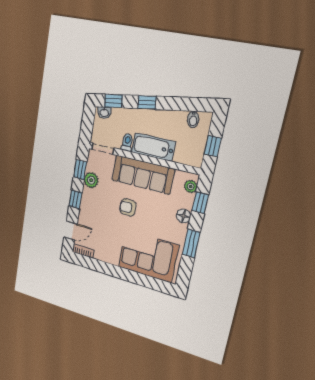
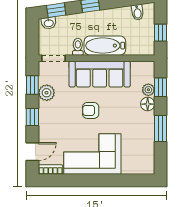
plant: (191, 186) -> (148, 90), moved
corner sofa: (148, 256) -> (92, 154), moved

